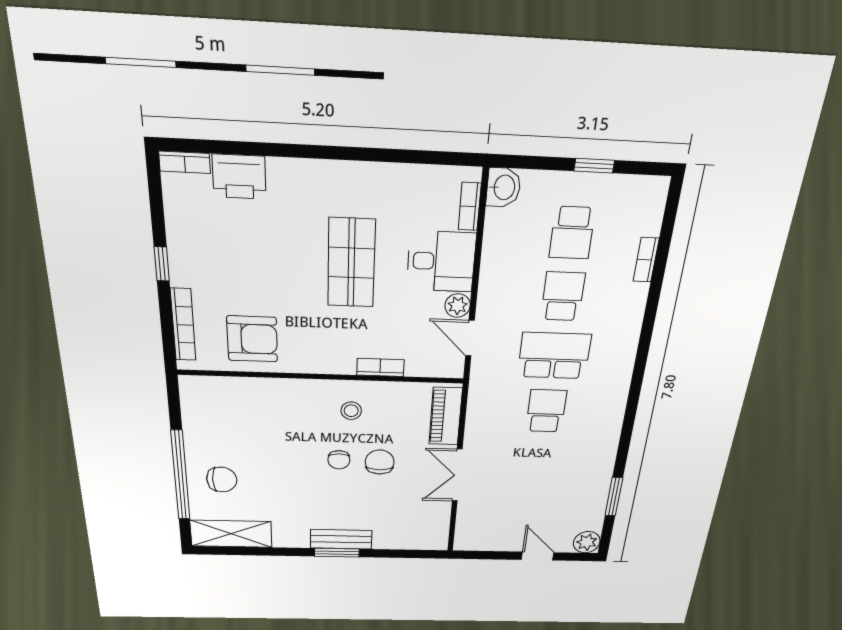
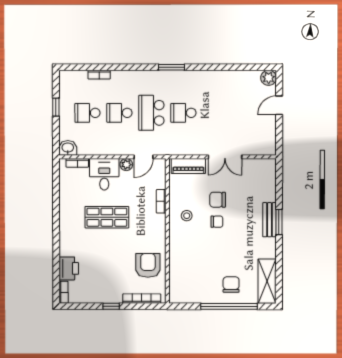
school desk: (572, 233) -> (87, 113), turned 180
window: (614, 497) -> (172, 67), moved

